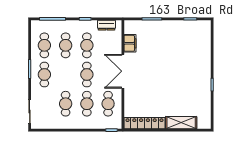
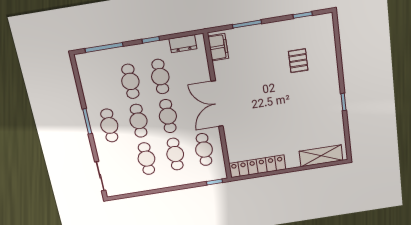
filing cabinet: (130, 43) -> (218, 47), moved
cafe table: (44, 45) -> (139, 121), moved
pallet: (184, 50) -> (298, 61), added
shelving: (181, 123) -> (321, 156), moved

